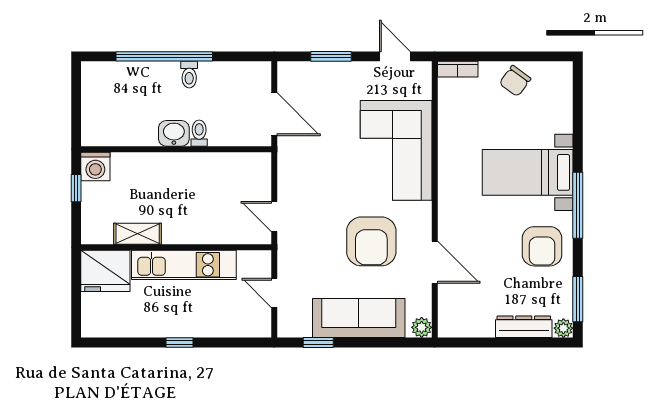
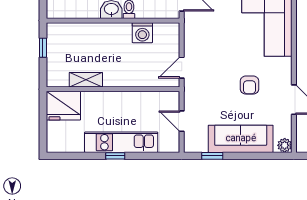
washing machine: (95, 166) -> (142, 33), moved
door: (274, 216) -> (182, 68), hinge flipped
armchair: (371, 241) -> (249, 85), width x0.53, depth x0.53
kitchen unit: (184, 265) -> (121, 142), moved, turned 180

